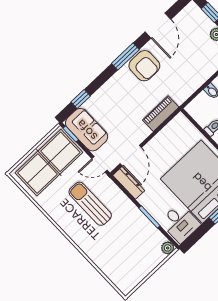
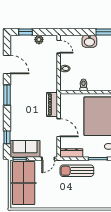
armchair: (144, 66) -> (21, 90), removed
door: (131, 156) -> (59, 128), moved
sun lounger: (90, 204) -> (77, 171), moved

